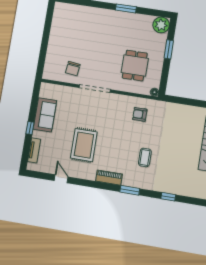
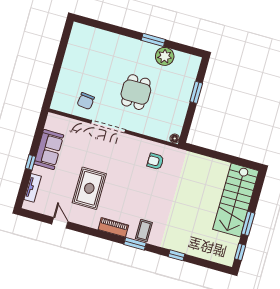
plant: (161, 25) -> (165, 56), moved
dining table: (135, 66) -> (136, 92), moved
coffee table: (145, 157) -> (144, 231), moved

